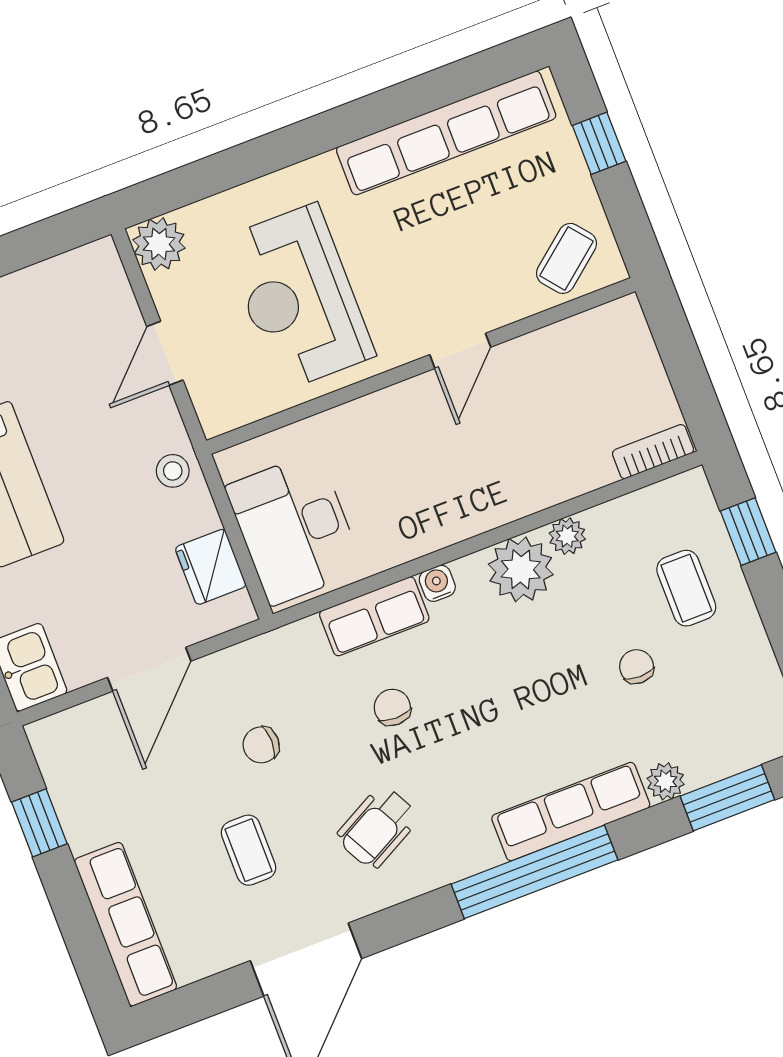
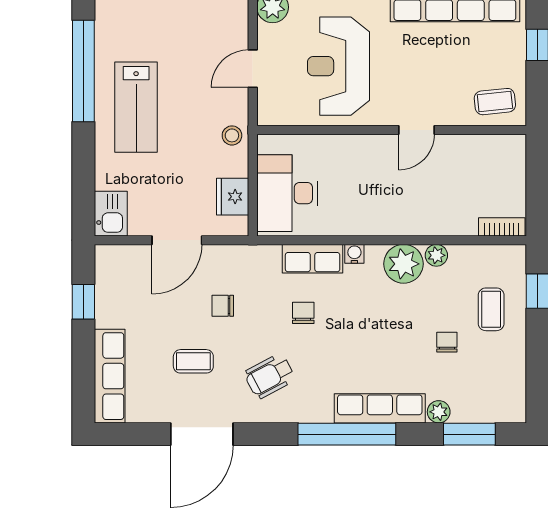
coffee table: (567, 258) -> (495, 102), turned 33
coffee table: (248, 850) -> (193, 361), turned 90

